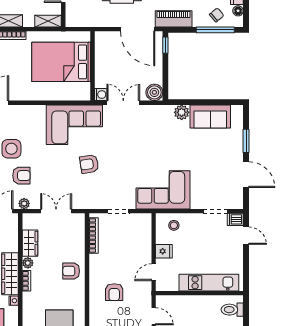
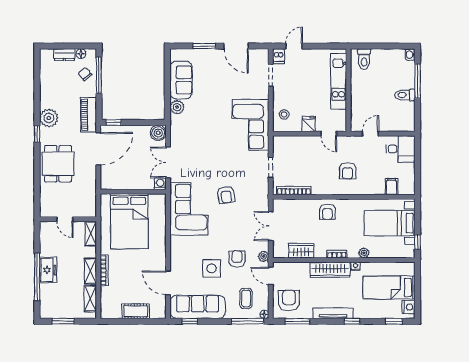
door: (246, 175) -> (236, 46), swing flipped
plant: (28, 263) -> (364, 253), moved
armchair: (114, 292) -> (348, 171), turned 90

